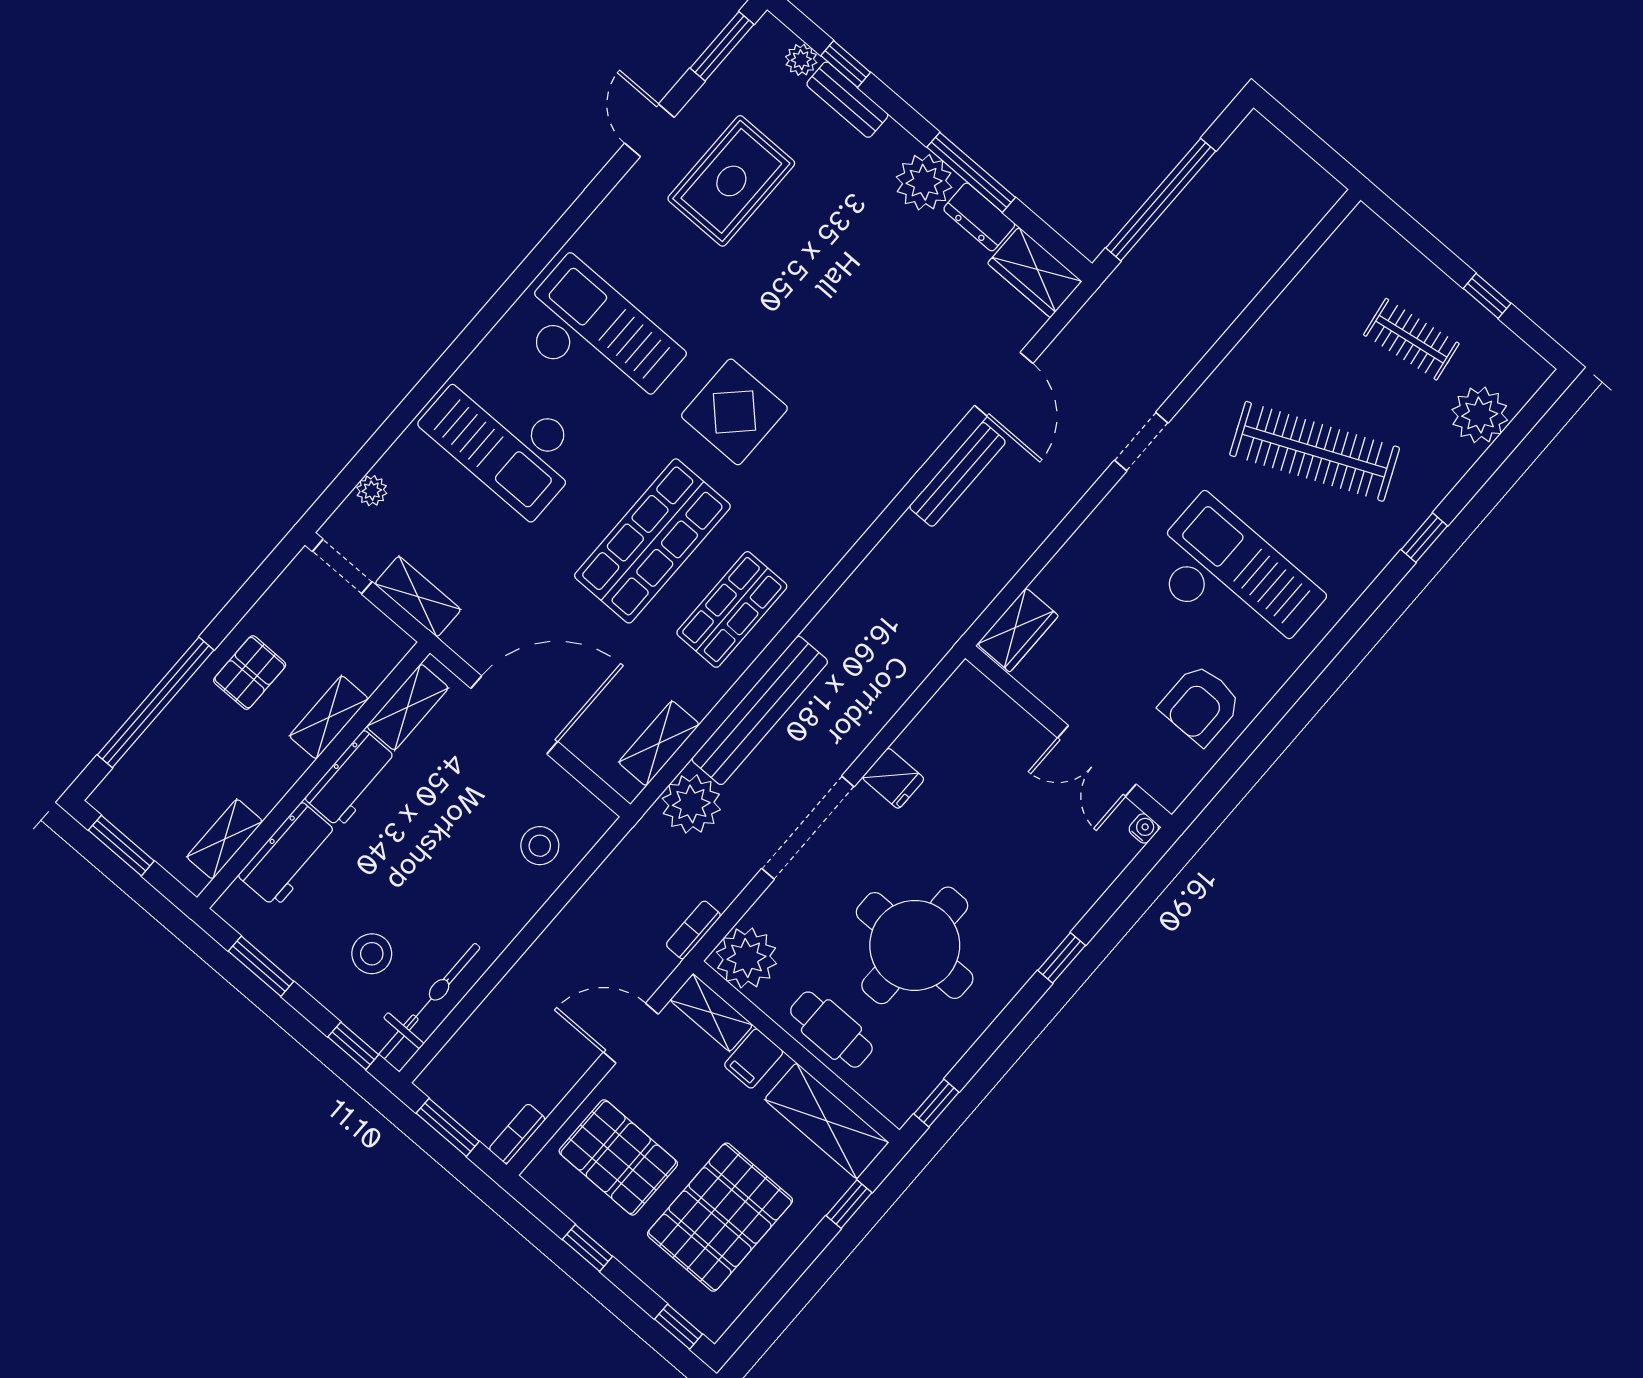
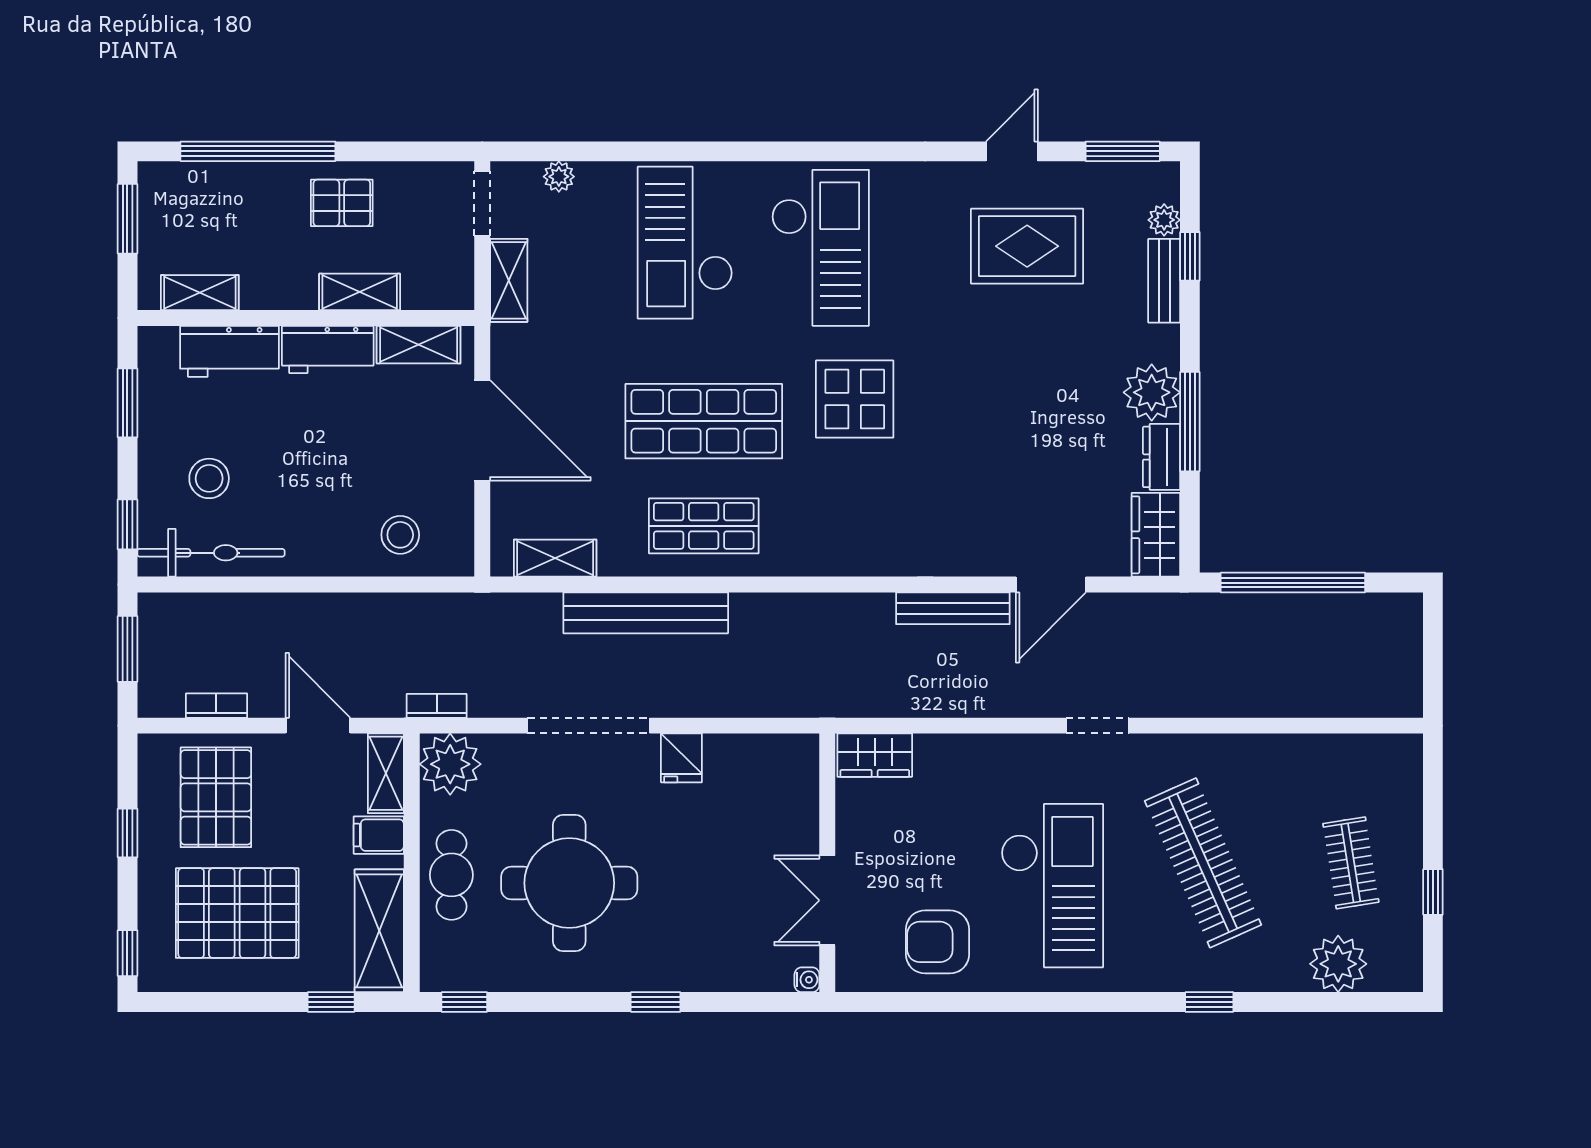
plant: (691, 804) -> (530, 622), removed
bookcase: (517, 1134) -> (216, 706), moved

